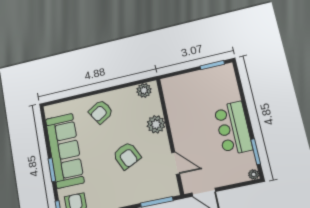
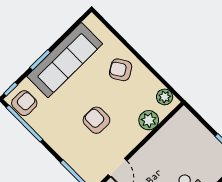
plant: (156, 124) -> (149, 120), moved
armchair: (127, 156) -> (96, 120), turned 115

